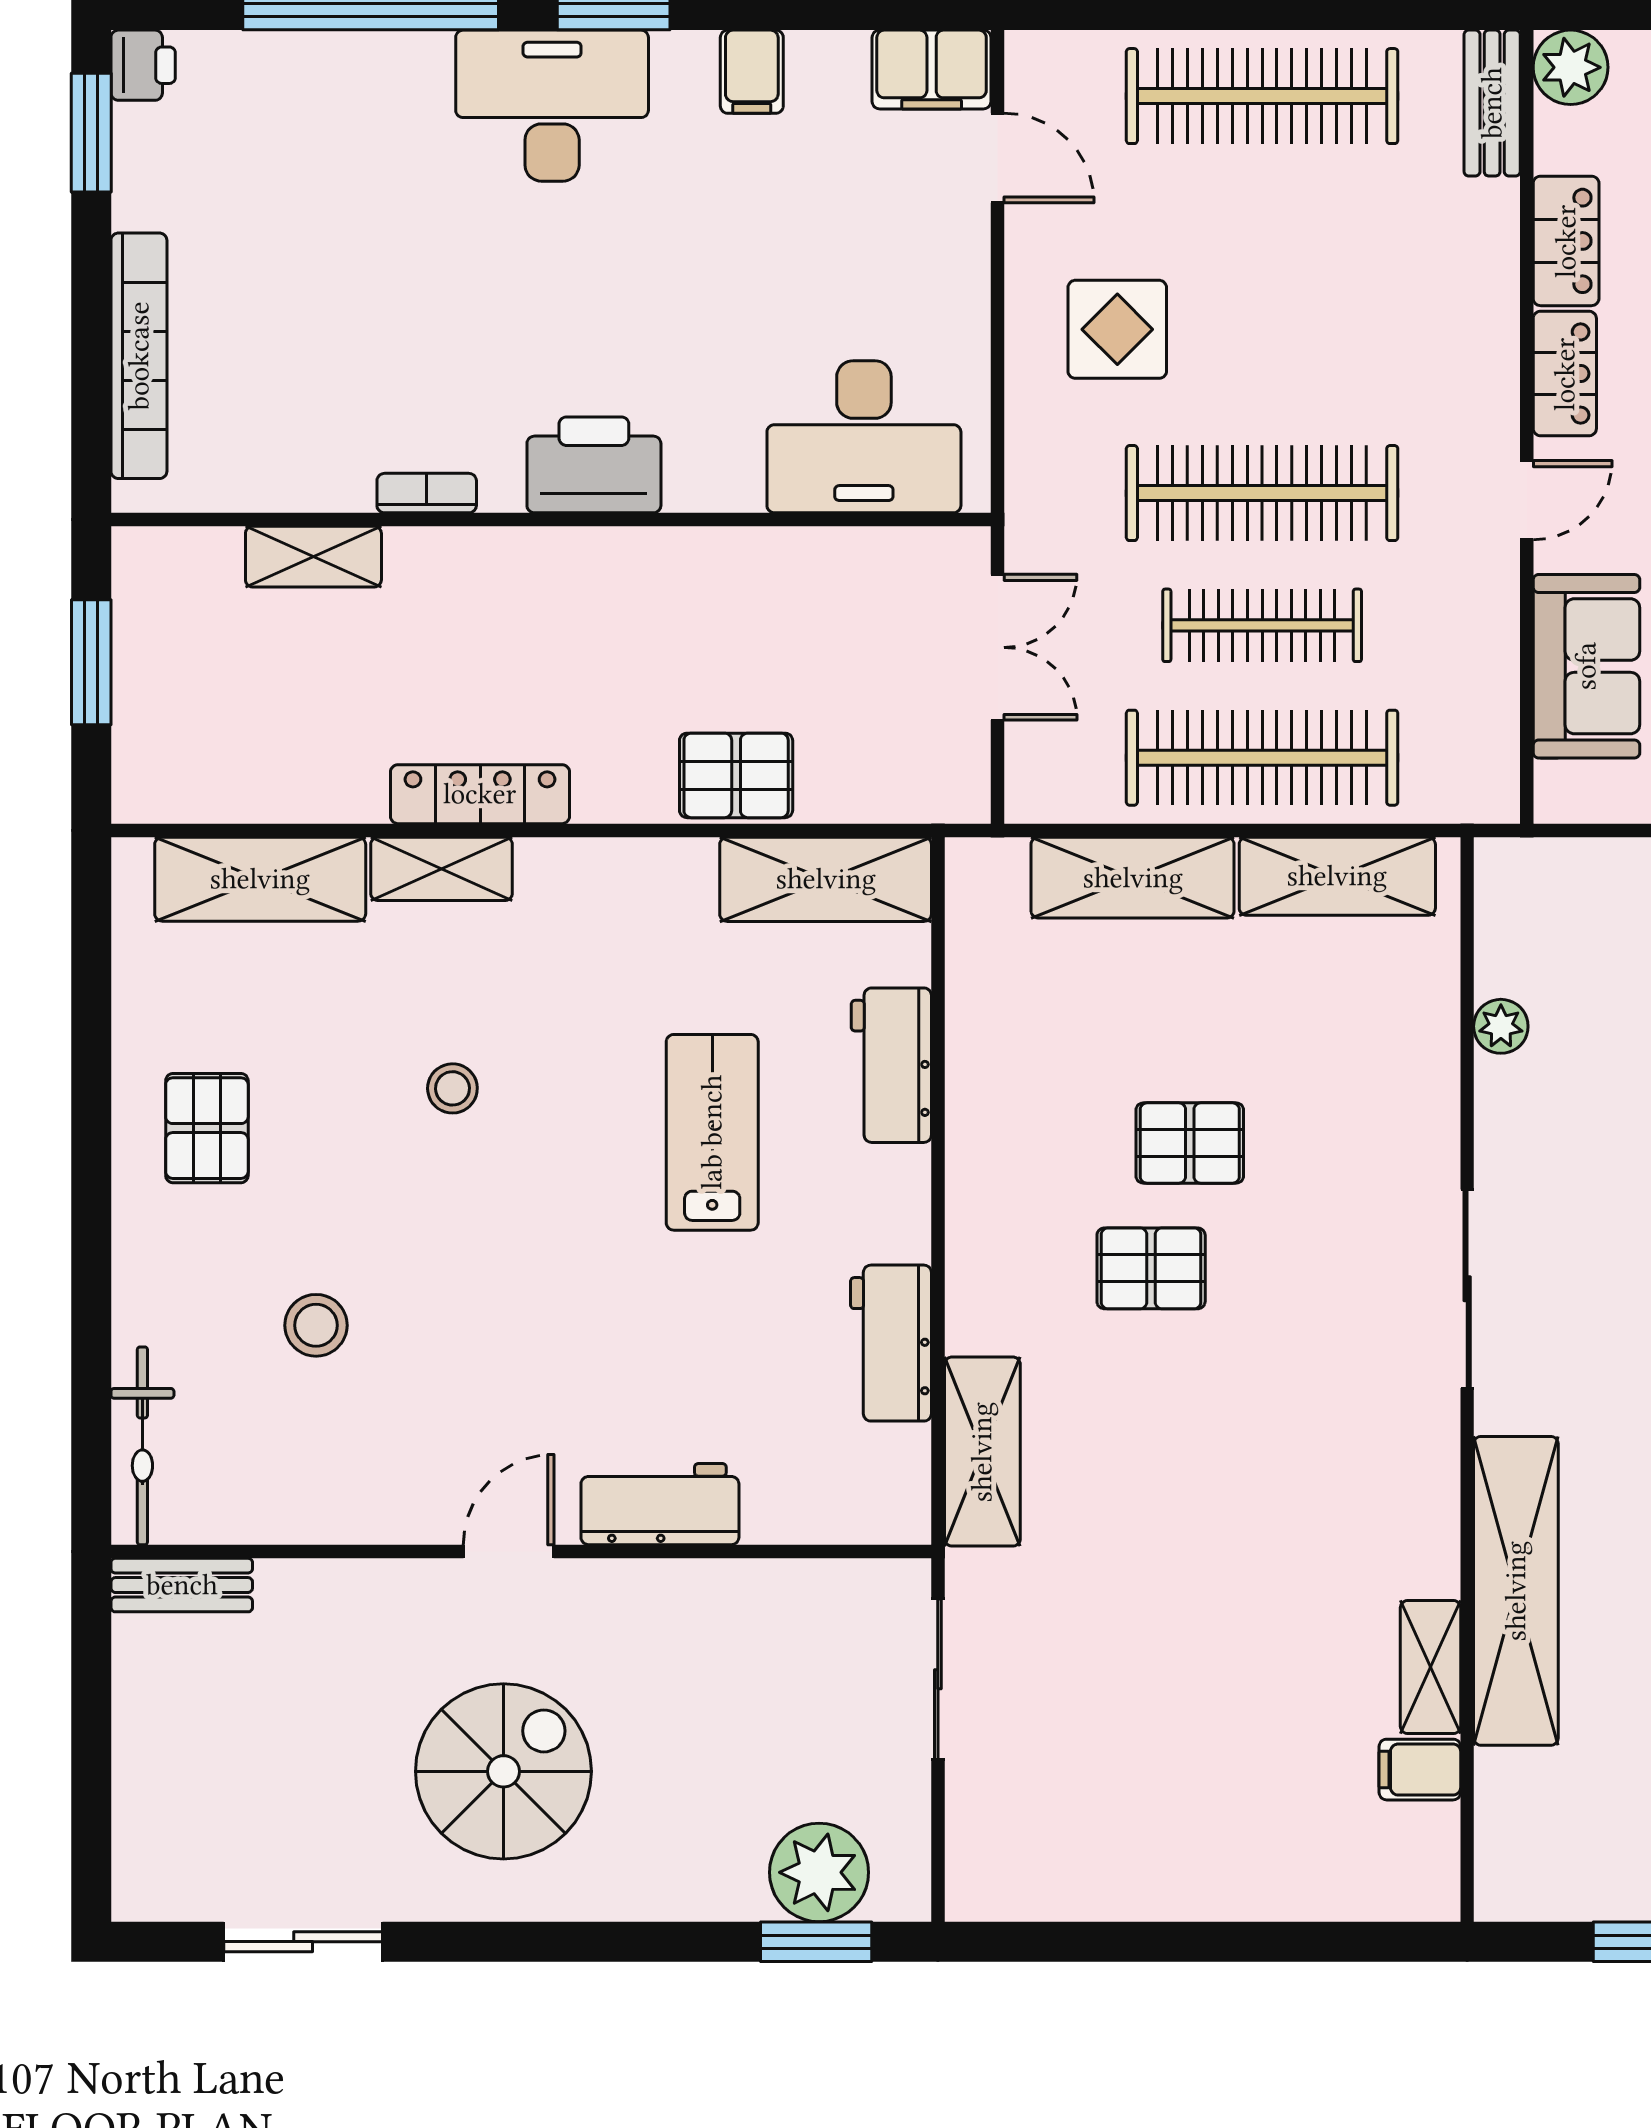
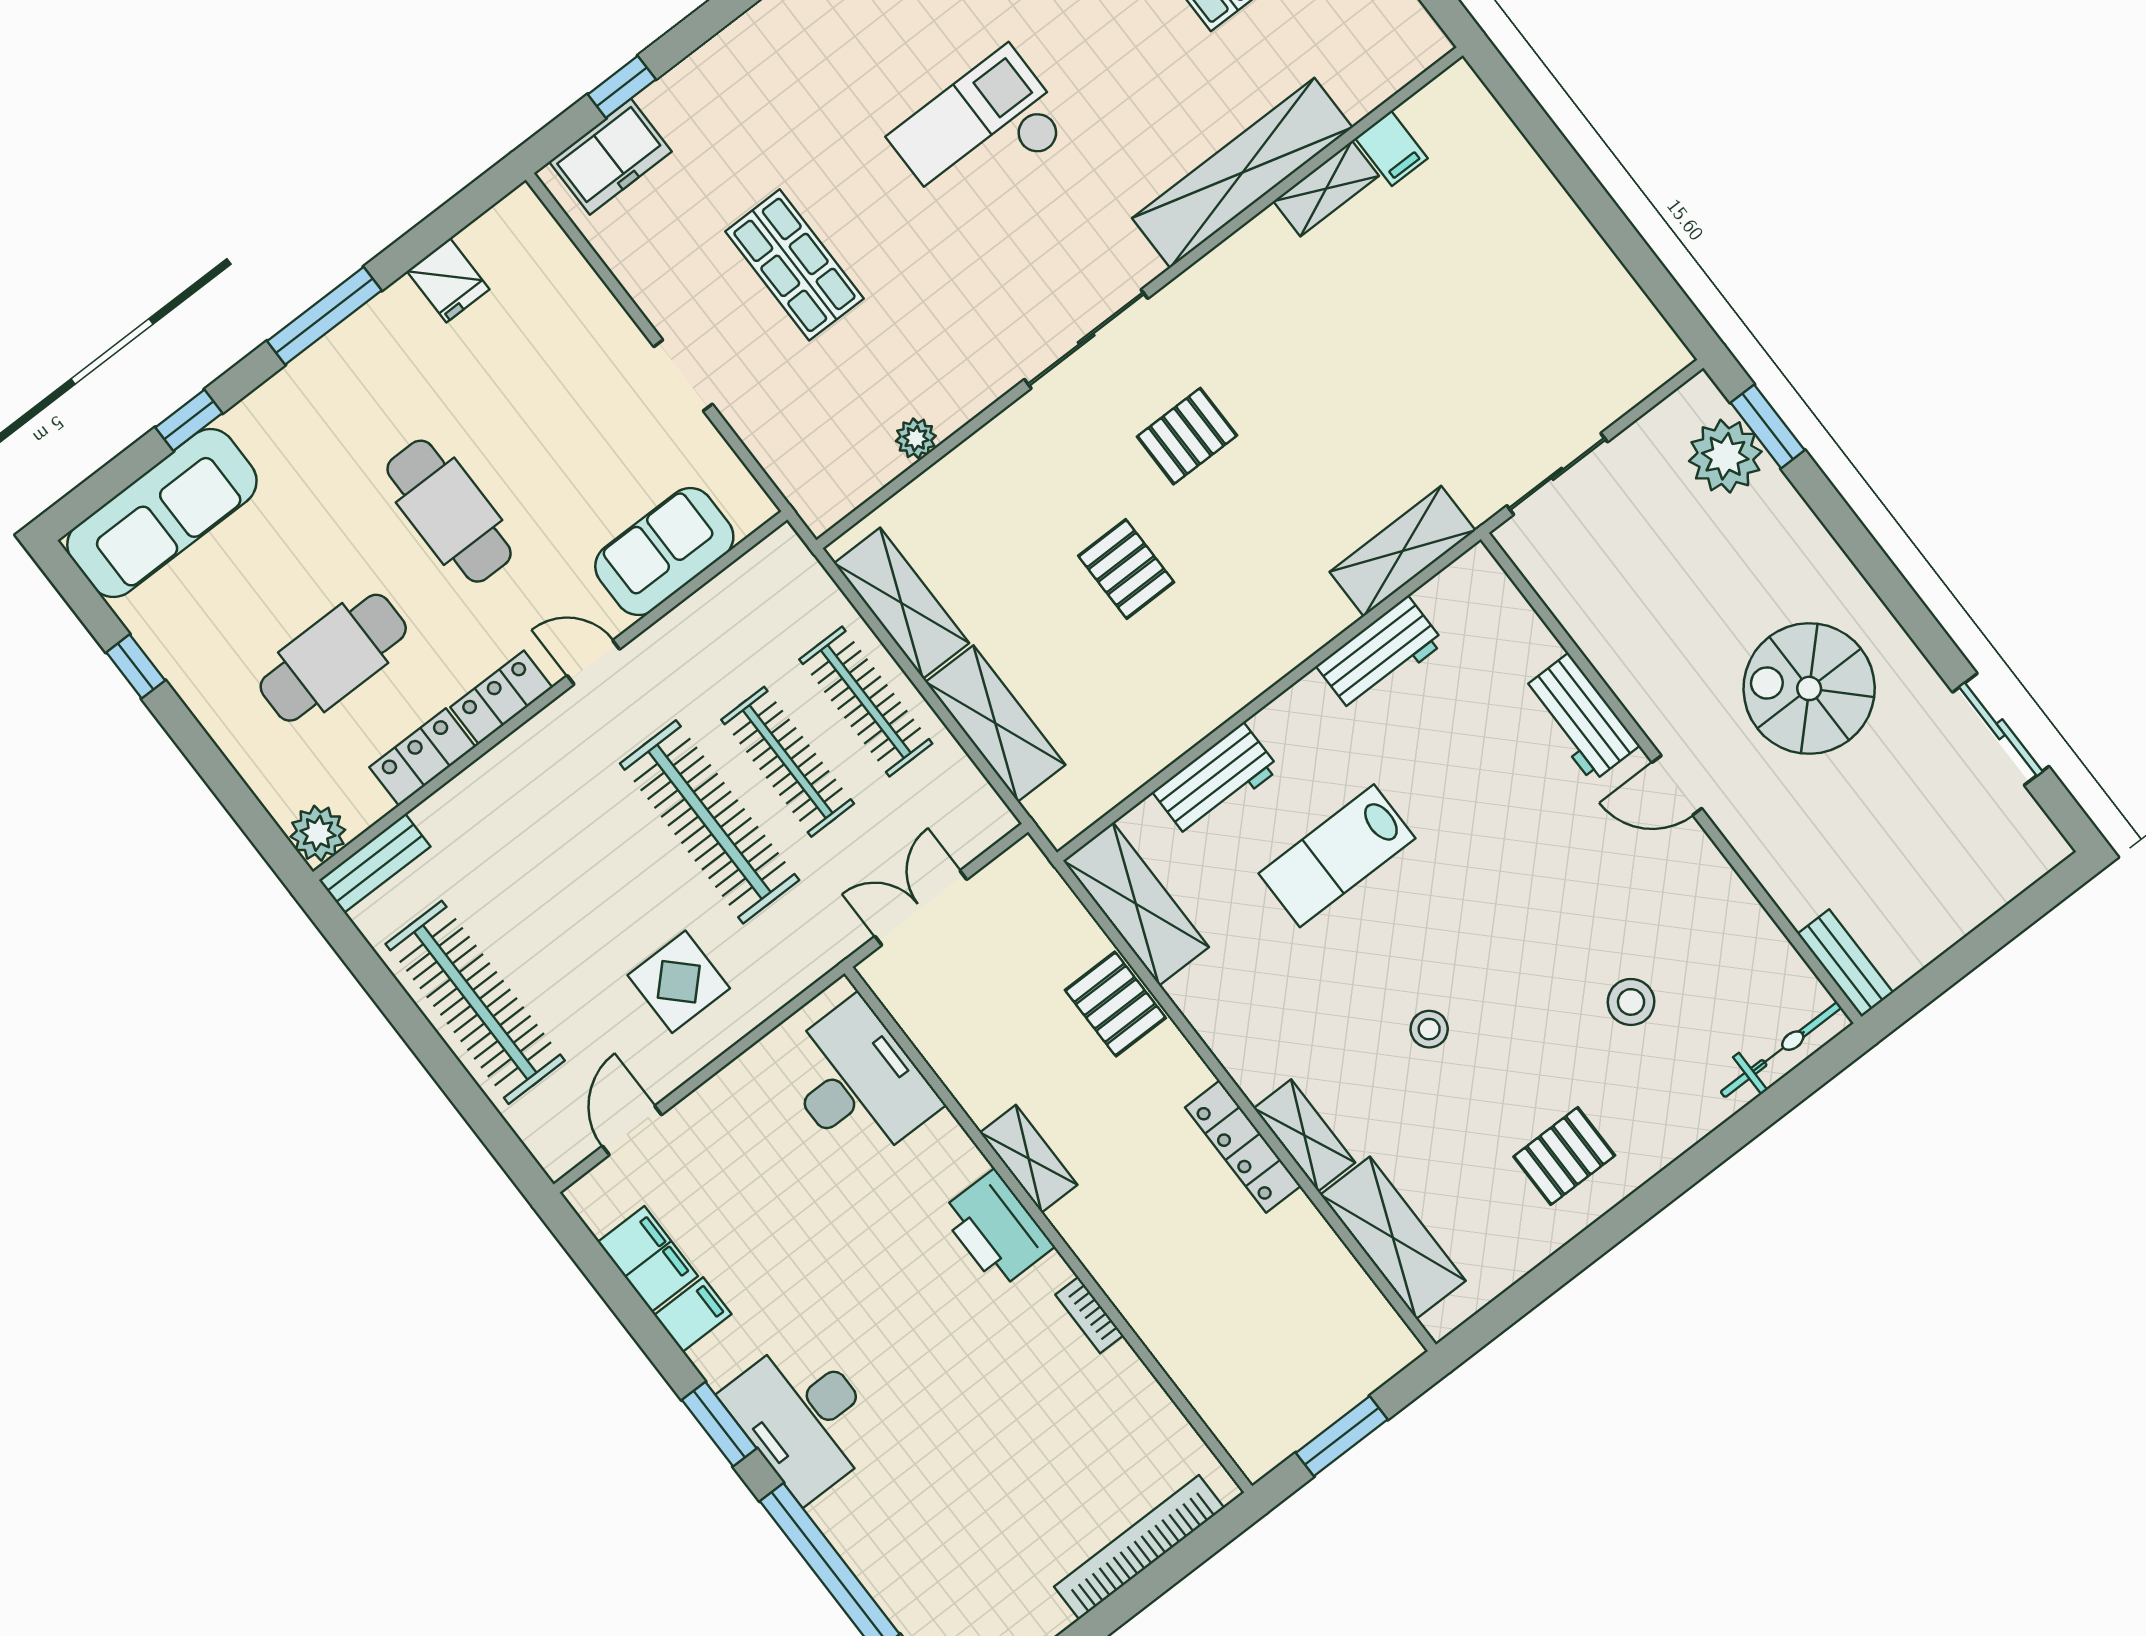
filing cabinet: (932, 70) -> (648, 1259), moved
shelving: (313, 557) -> (1029, 1159), moved
clothes rail: (1262, 758) -> (866, 701), width x0.73, depth x0.76
pallet: (1151, 1268) -> (1187, 436), moved, turned 90

